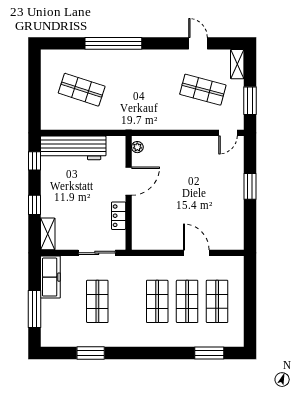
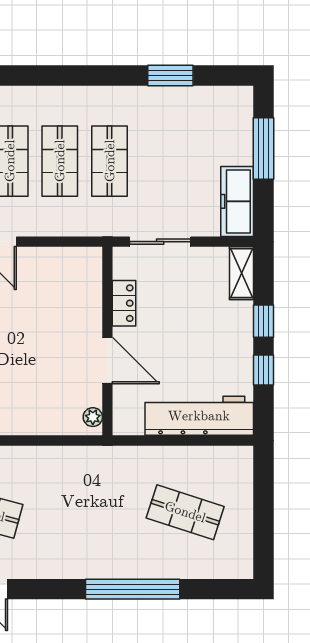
window: (34, 161) -> (263, 370), moved
door: (129, 181) -> (107, 361), swing flipped
shop shelf: (97, 301) -> (110, 161), moved

